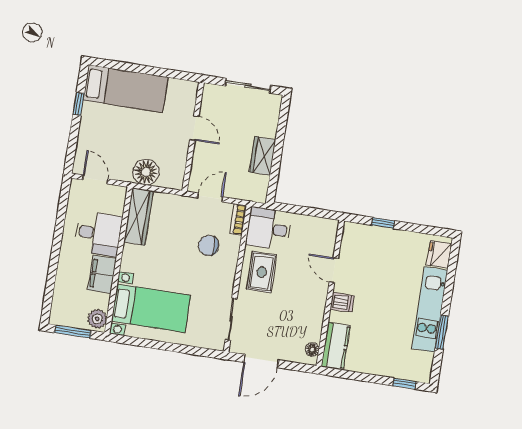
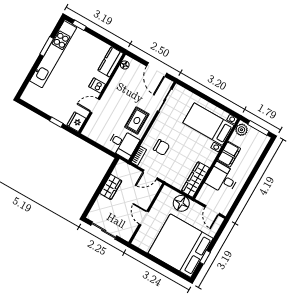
bed: (125, 89) -> (181, 246), width x2.04
fridge: (439, 254) -> (76, 122), moved, turned 180
door: (334, 270) -> (95, 106), swing flipped
kitchen unit: (430, 309) -> (53, 54), width x1.36
door: (261, 361) -> (157, 70), swing flipped

